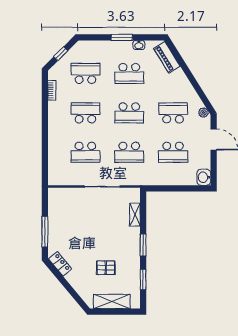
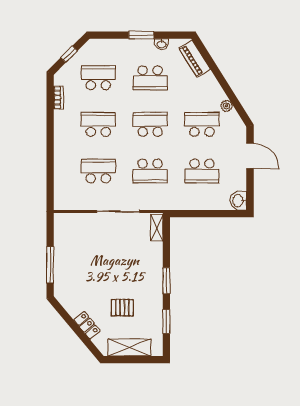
school desk: (129, 113) -> (150, 124), turned 180
plant: (203, 113) -> (227, 106), moved
school desk: (85, 152) -> (98, 171), turned 180
shelving: (135, 215) -> (157, 228), moved
locker: (60, 264) -> (87, 325), moved

